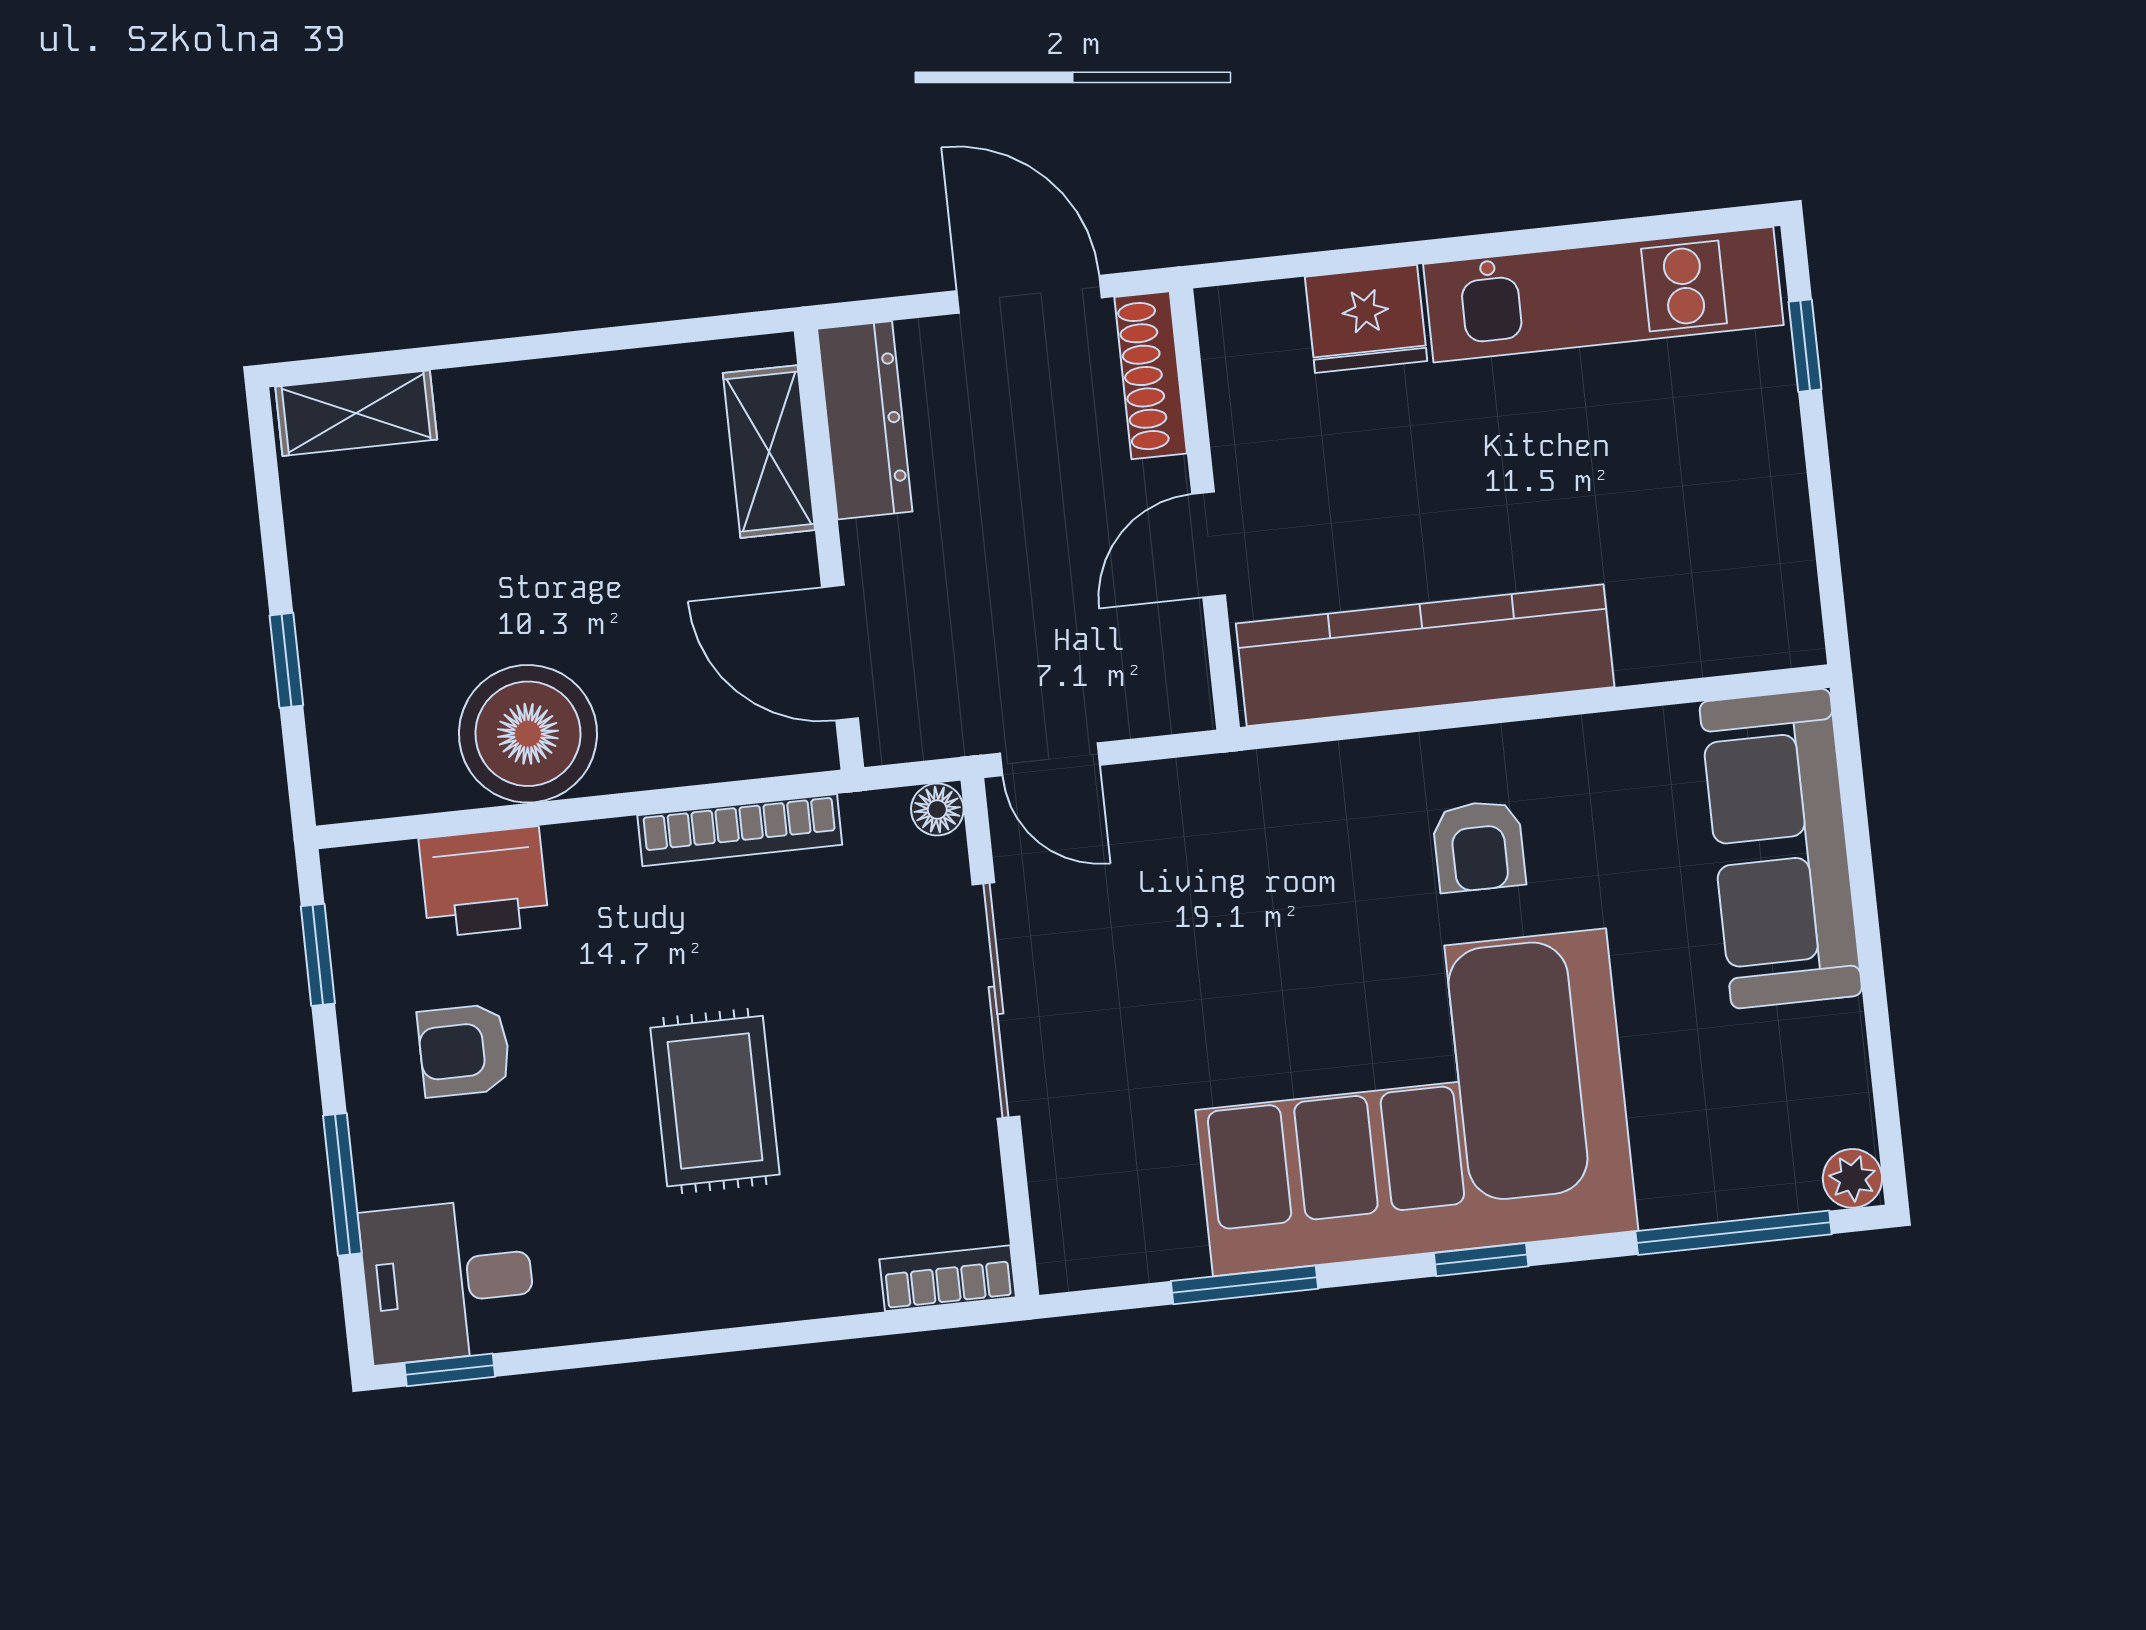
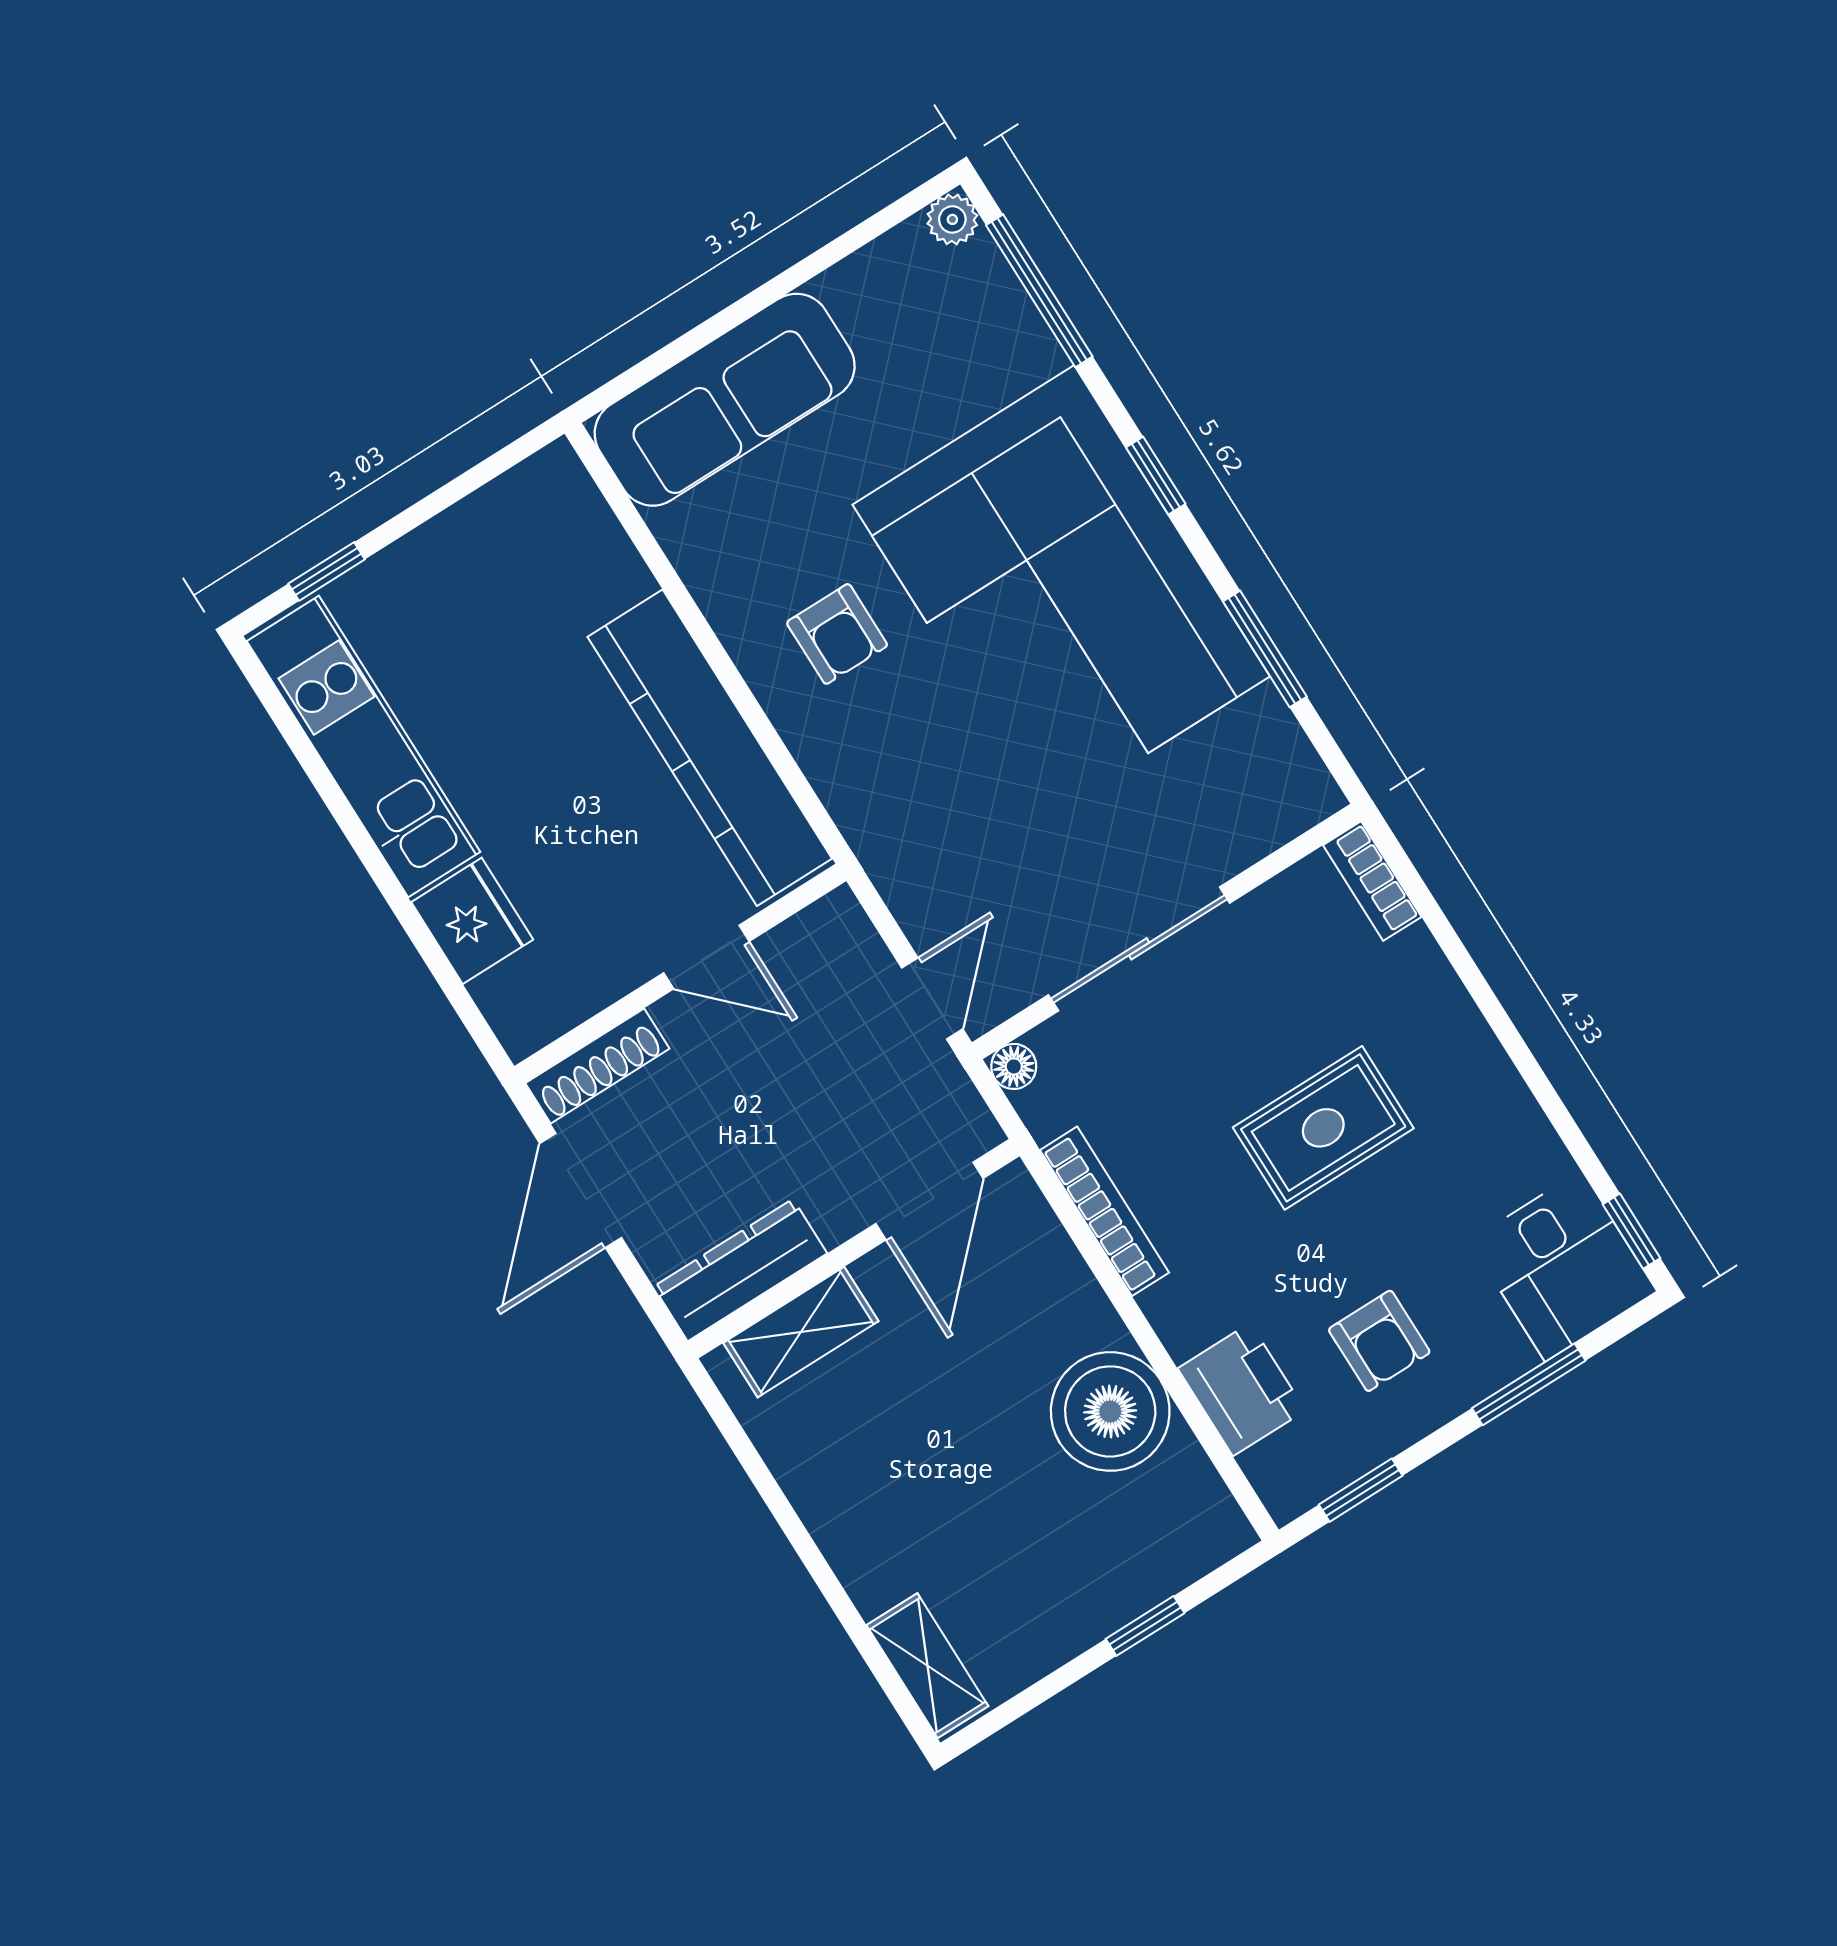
armchair: (1479, 846) -> (837, 634), turned 90

